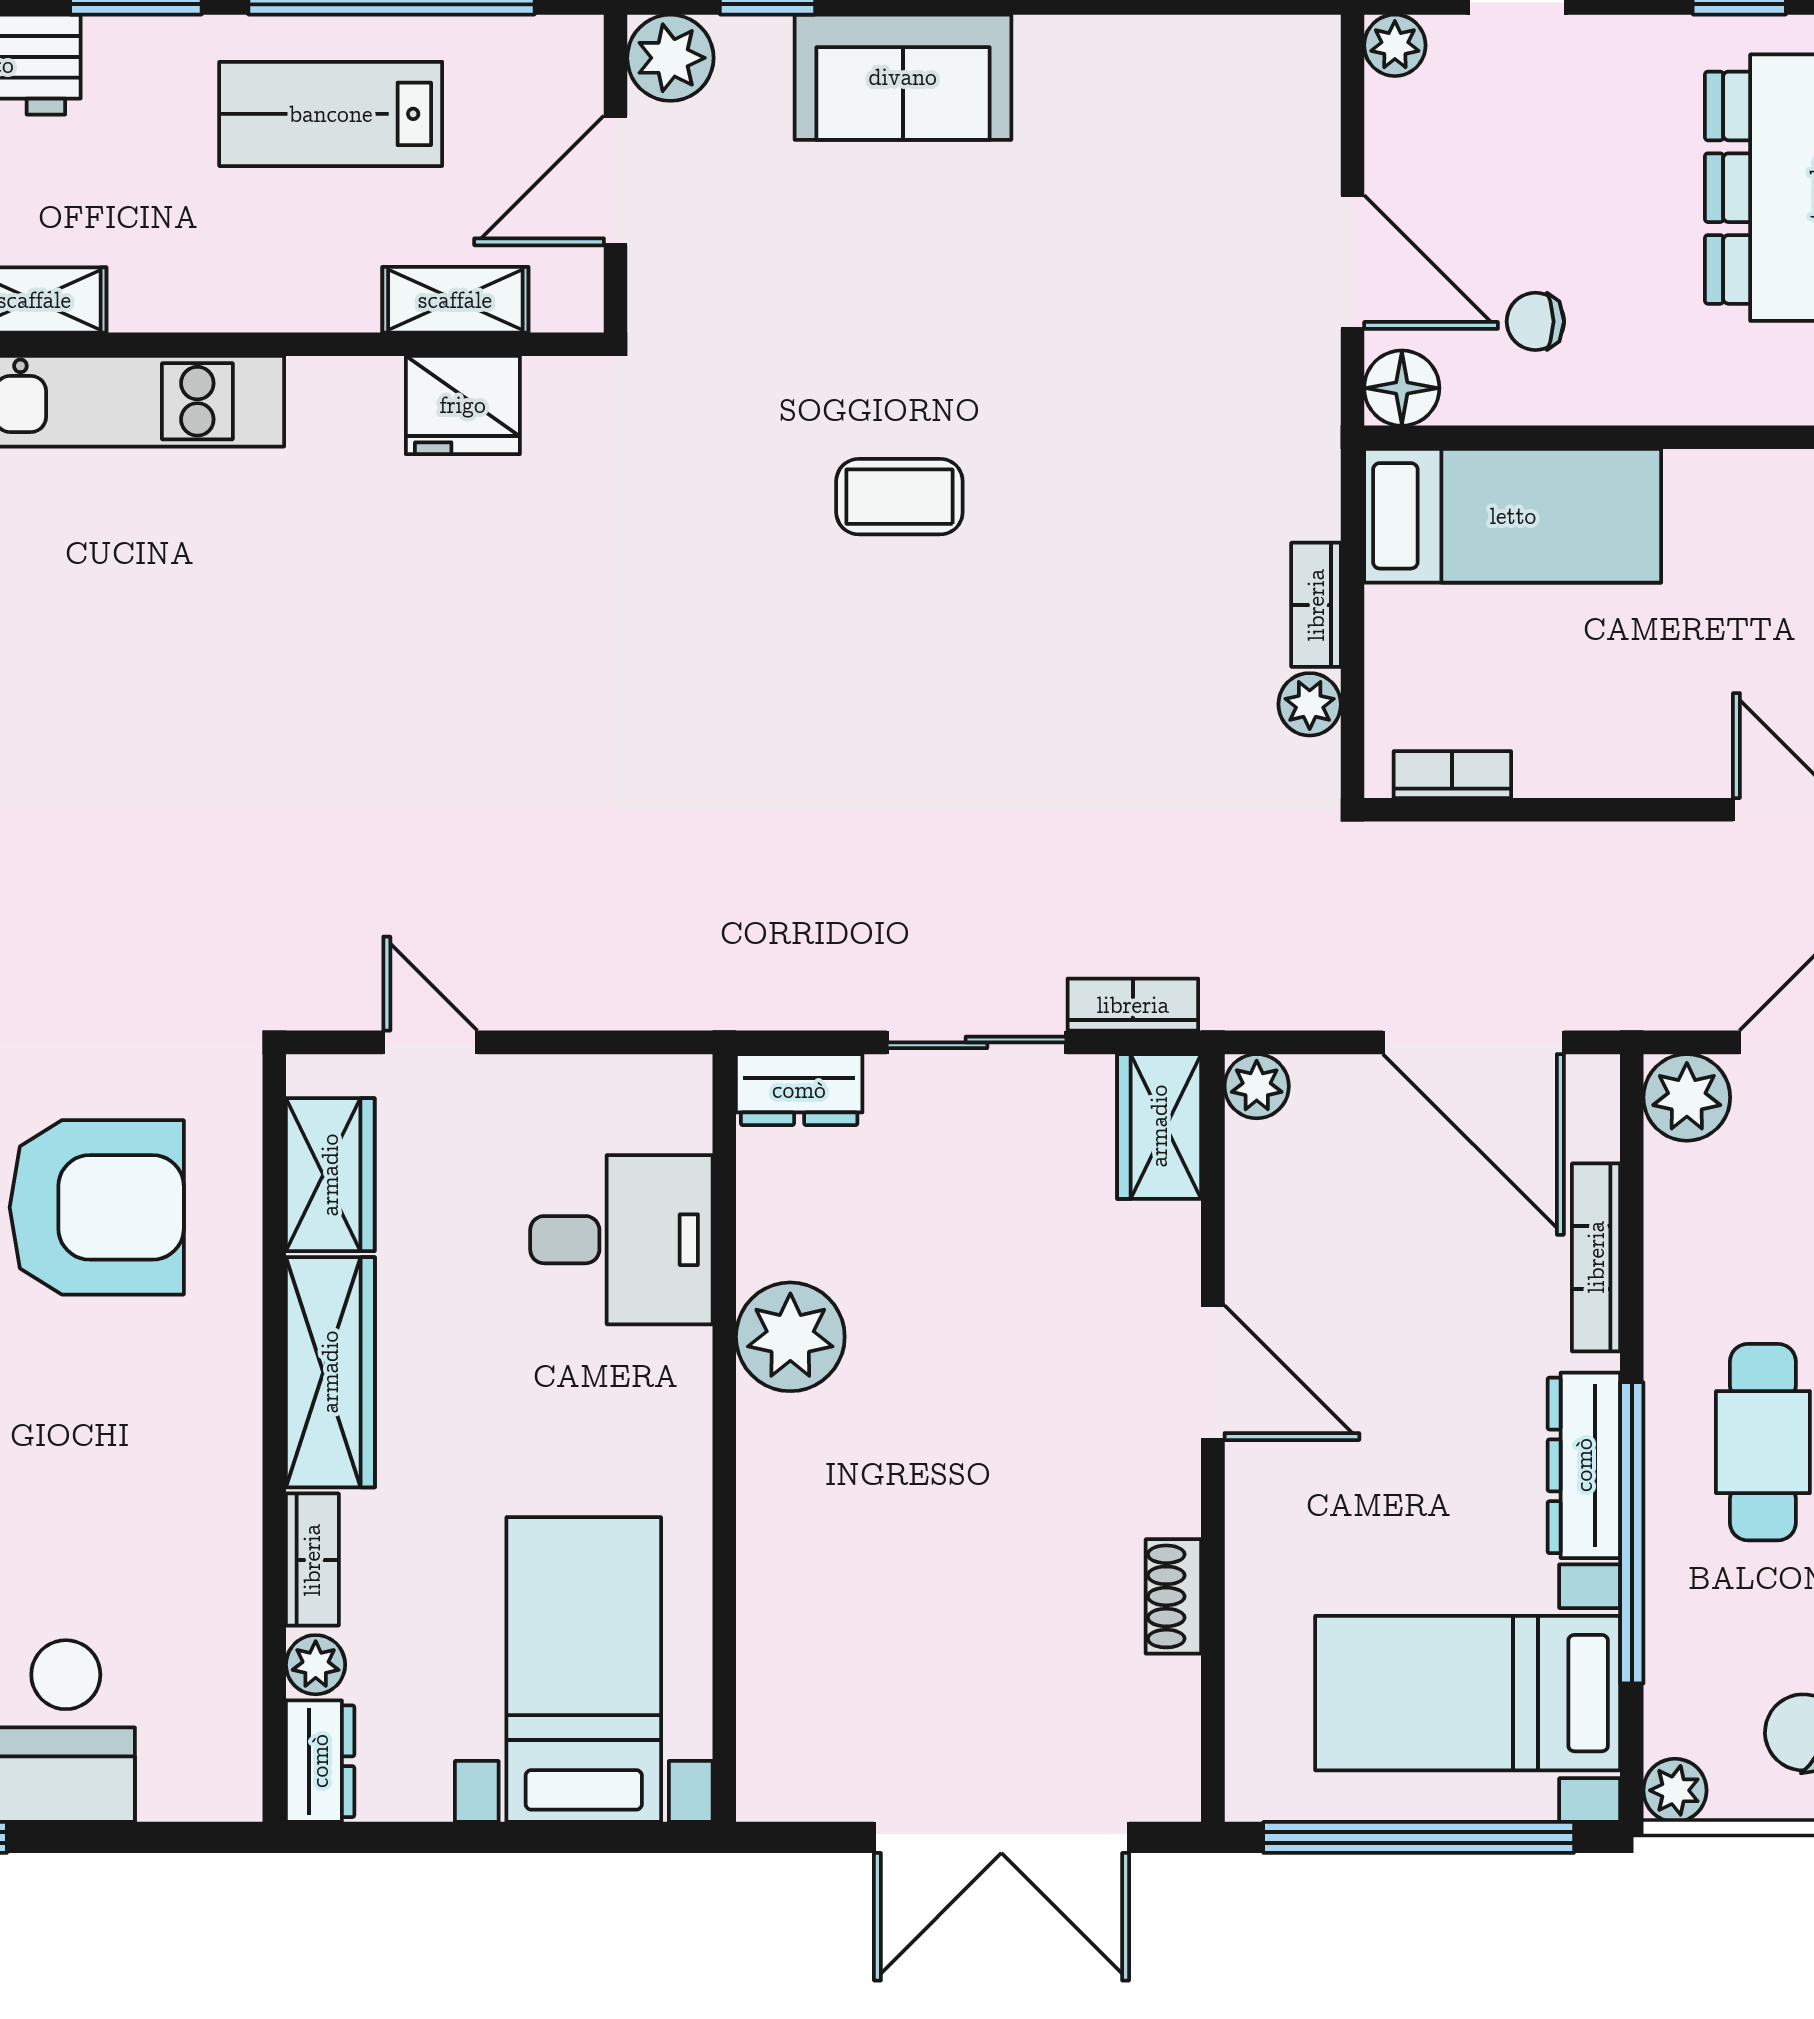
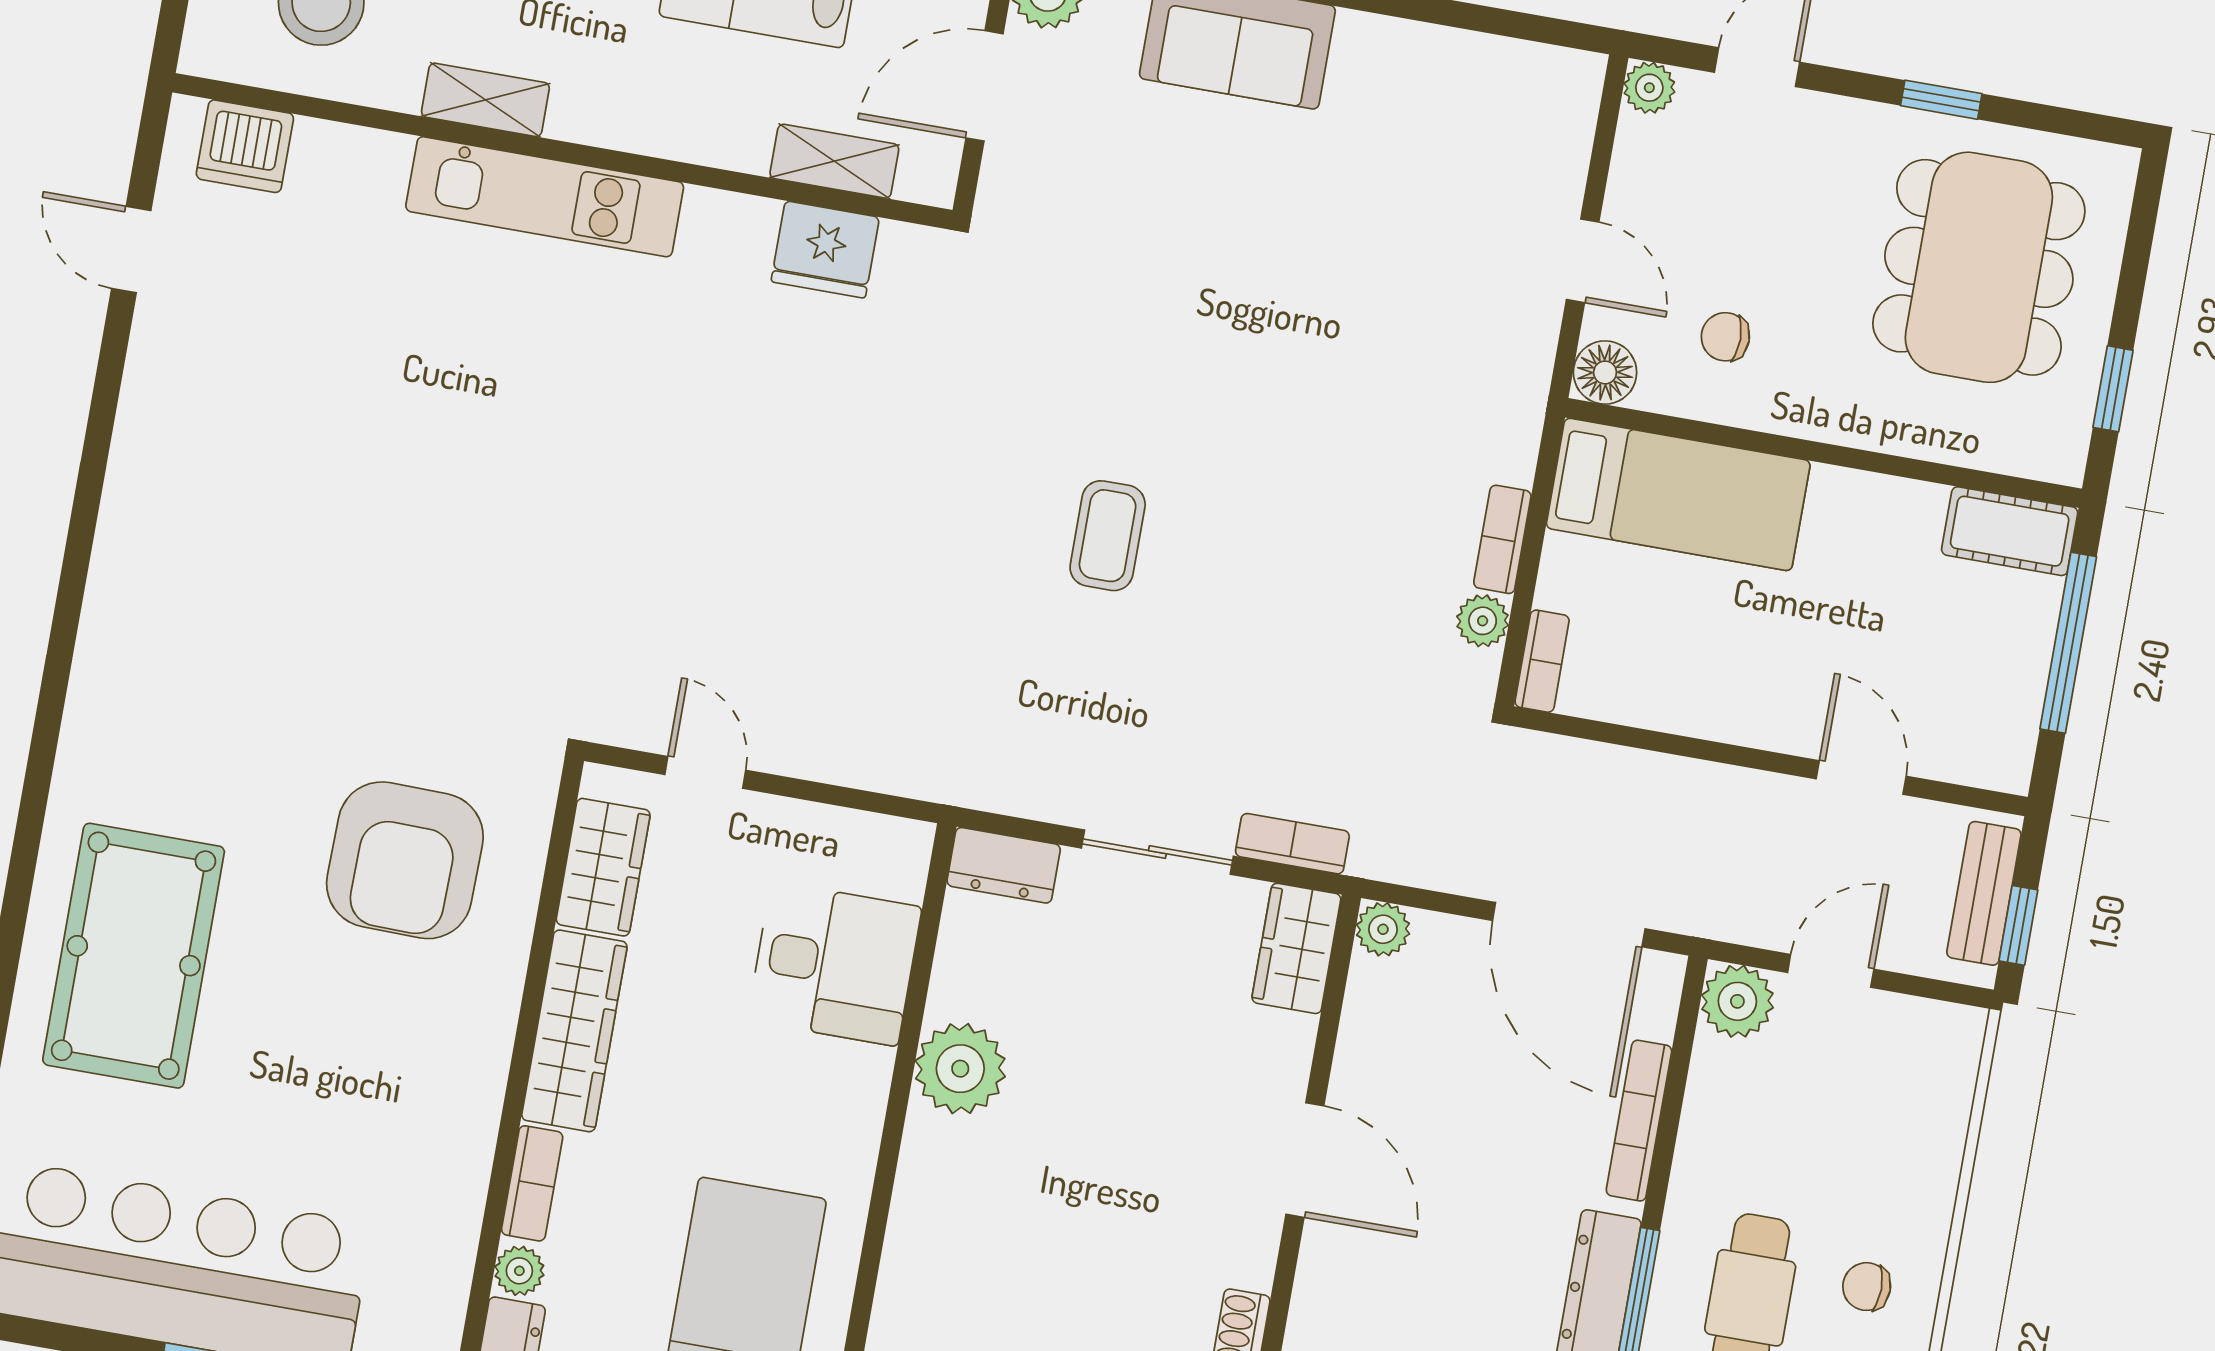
door: (1353, 262) -> (1583, 261), width x0.73
coffee table: (899, 497) -> (1108, 536), moved, turned 90
bookcase: (1452, 775) -> (1542, 661), moved, turned 90
armchair: (97, 1207) -> (405, 860), turned 91

